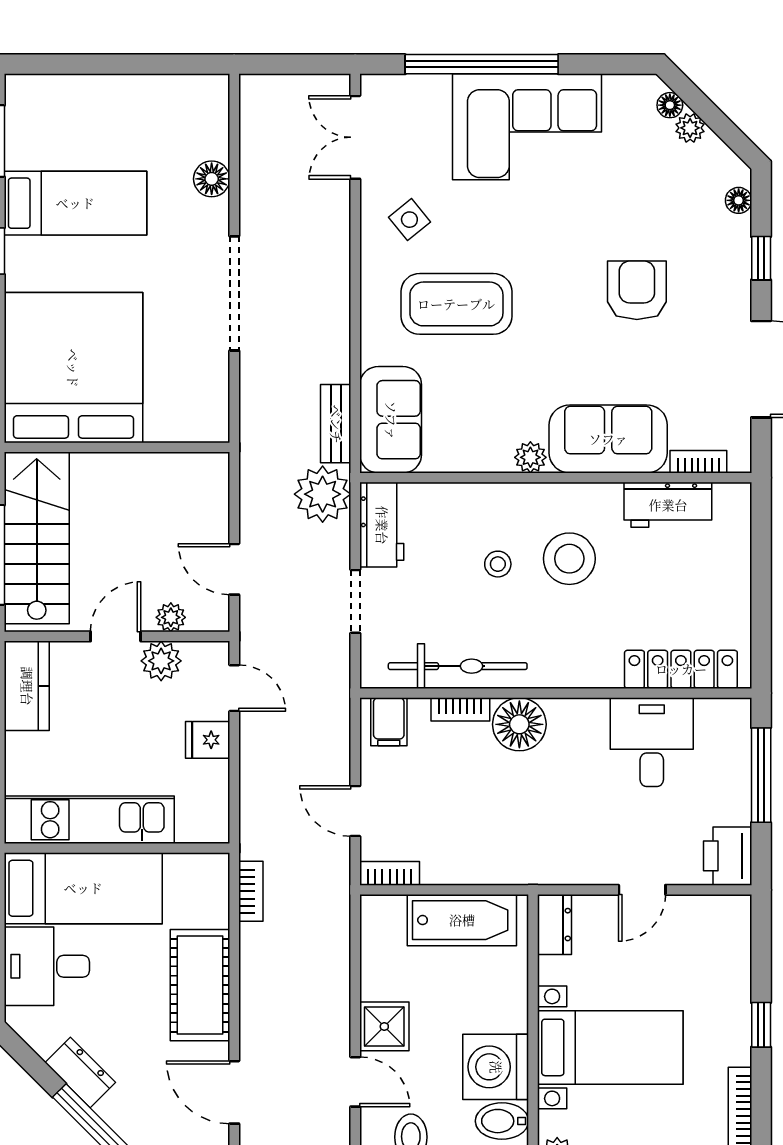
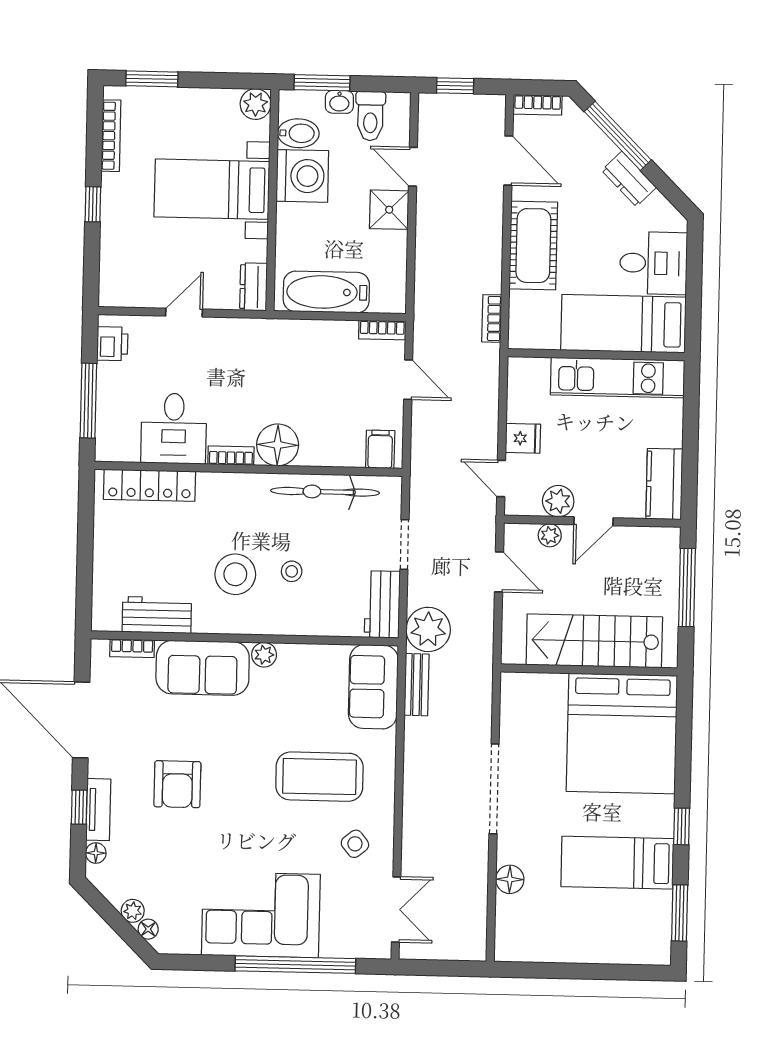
tv unit: (737, 256) -> (98, 810), added
stairs: (37, 538) -> (594, 641), moved, turned 90
bookcase: (460, 709) -> (231, 456), moved
printer: (728, 856) -> (112, 344), width x0.73, depth x0.81

